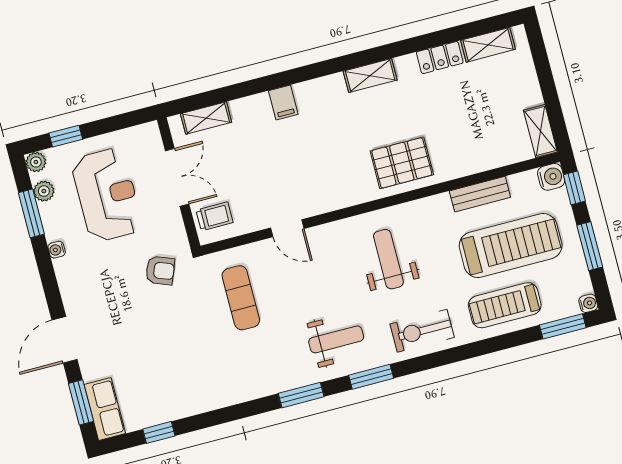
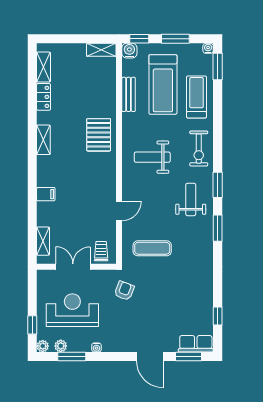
treadmill: (511, 246) -> (163, 84), turned 180
treadmill: (505, 305) -> (197, 97), turned 180

